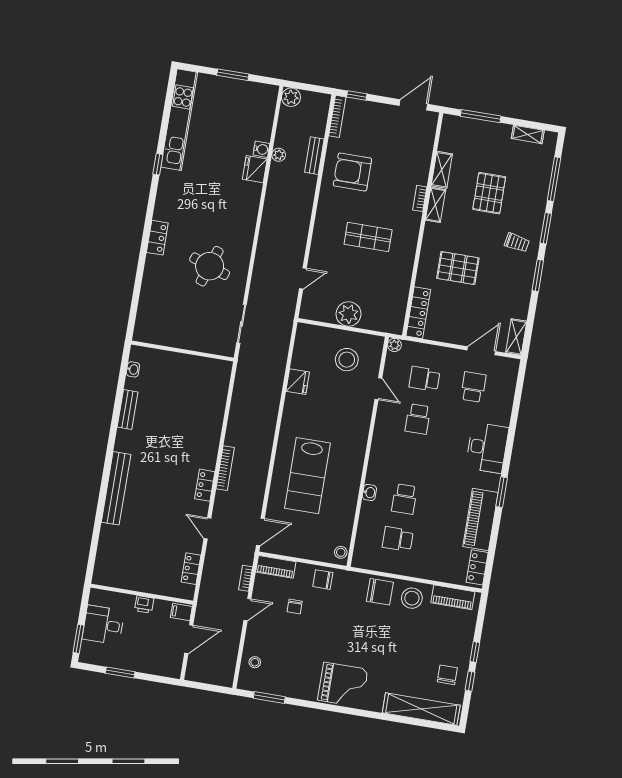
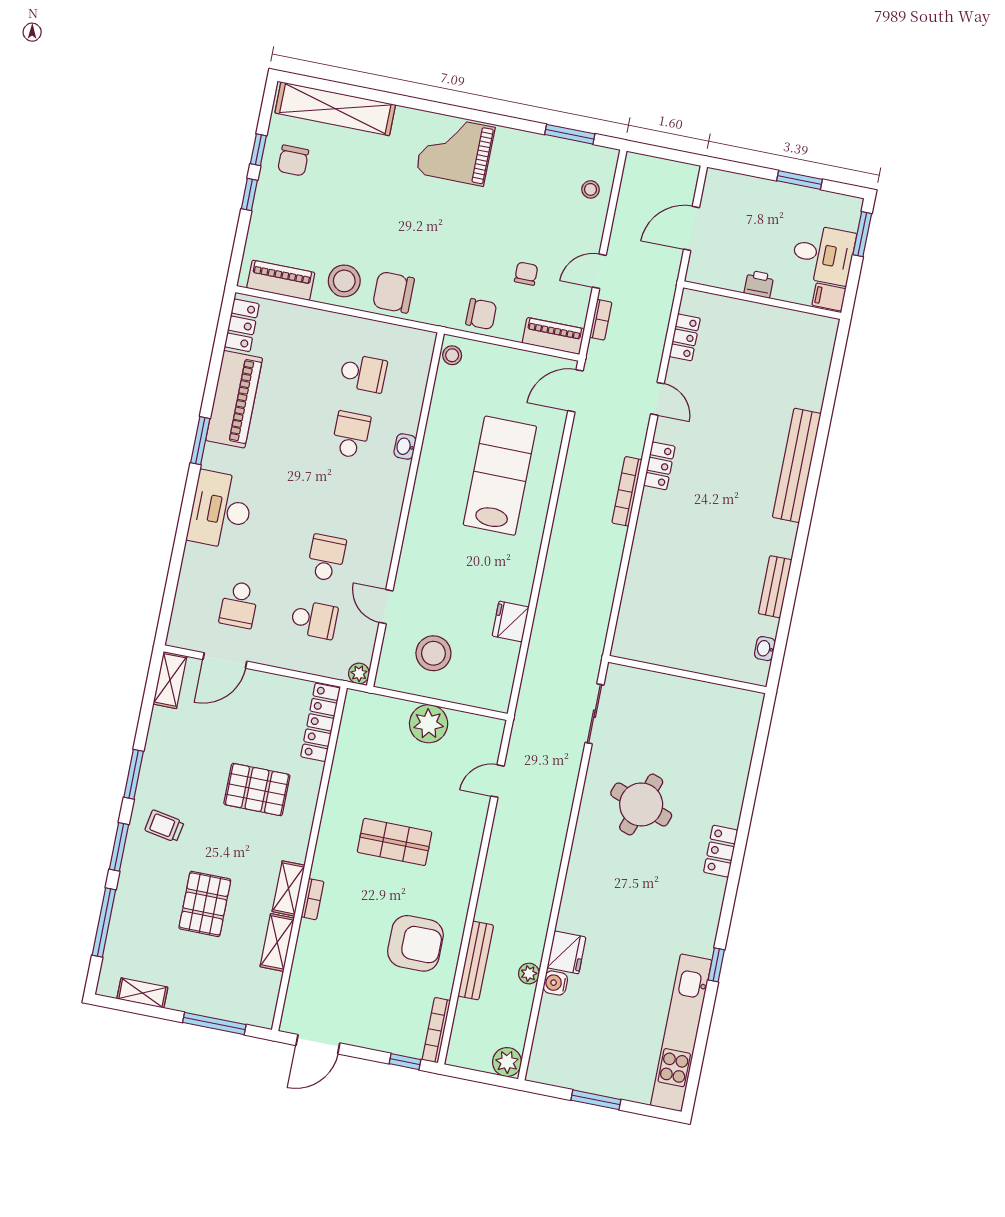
bench: (314, 156) -> (476, 960), width x1.36
filing cabinet: (181, 612) -> (829, 297), moved, turned 180

